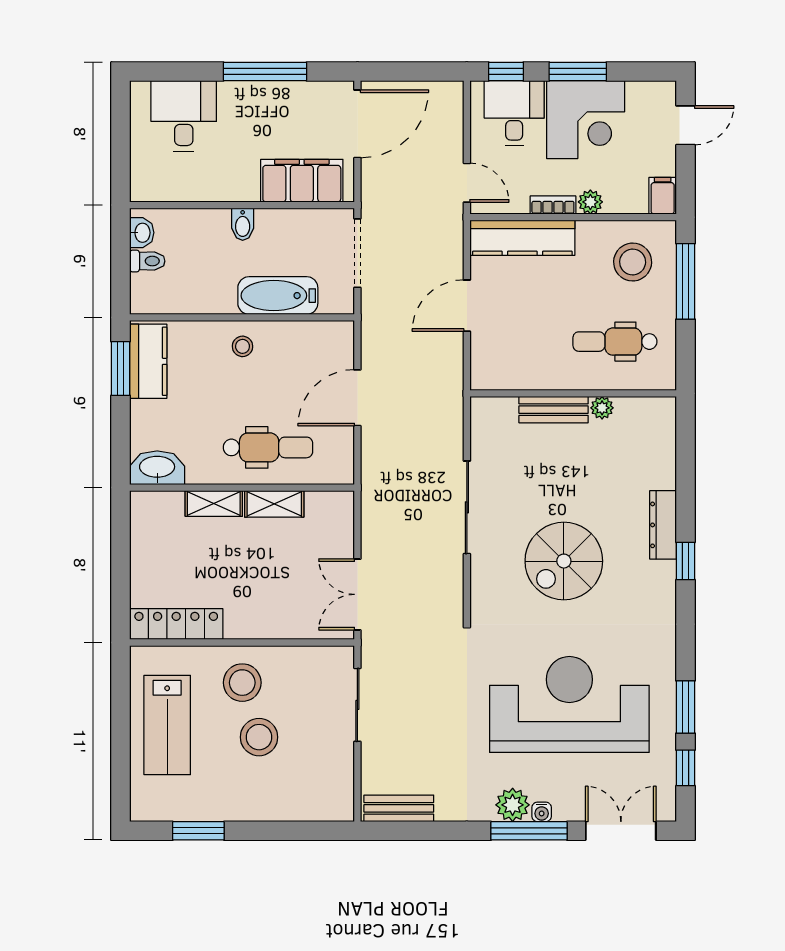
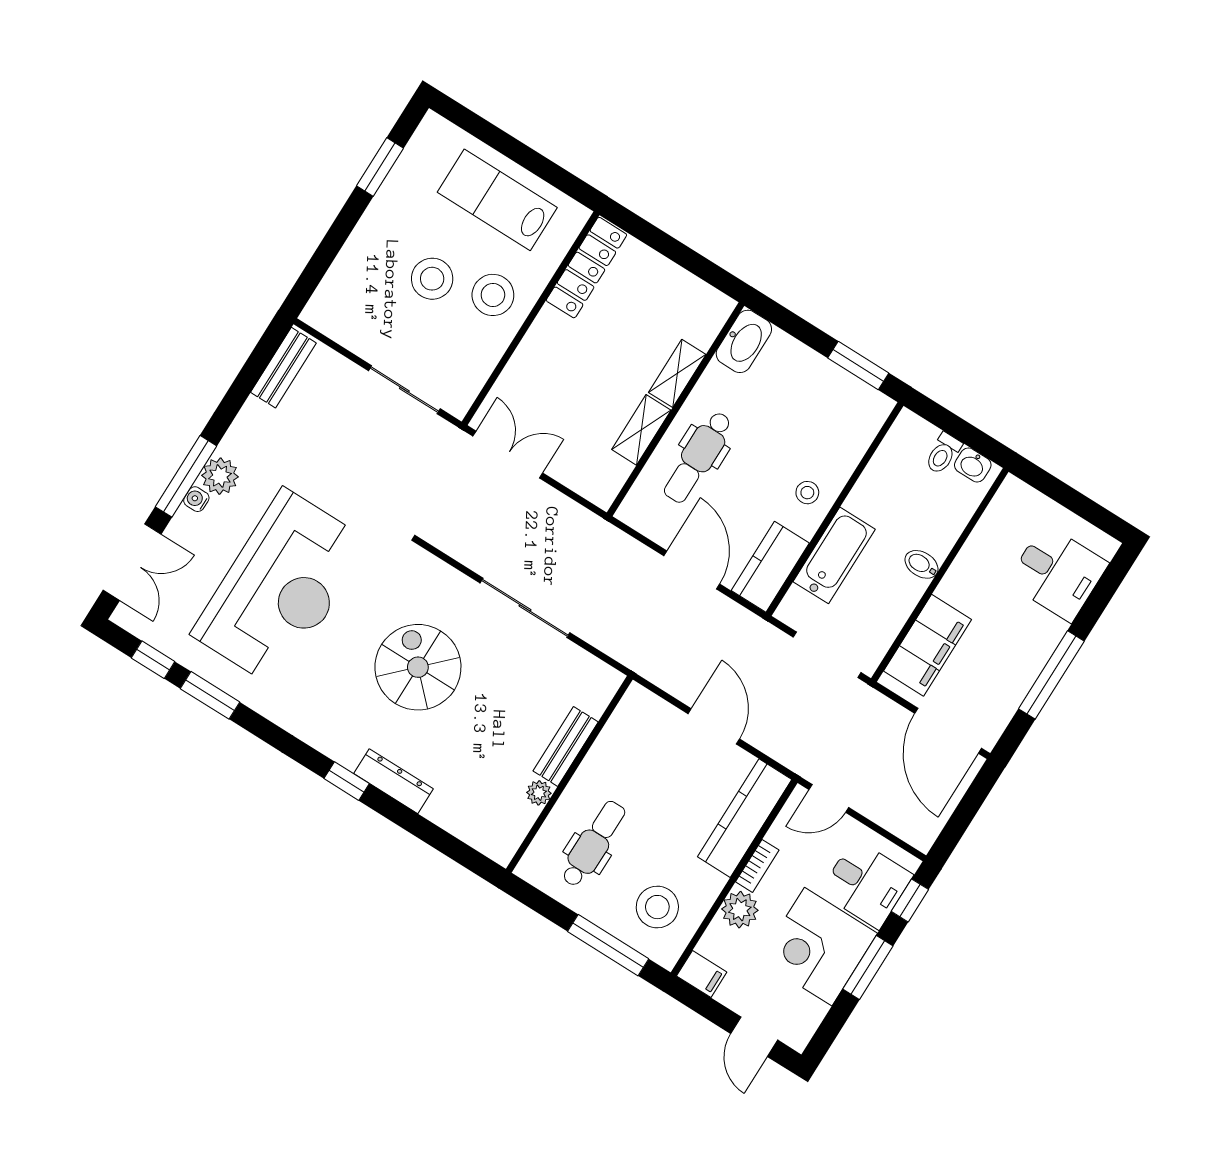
plant: (590, 202) -> (740, 910), width x1.38, depth x1.38
kitchen counter: (148, 361) -> (770, 567), moved, turned 90

